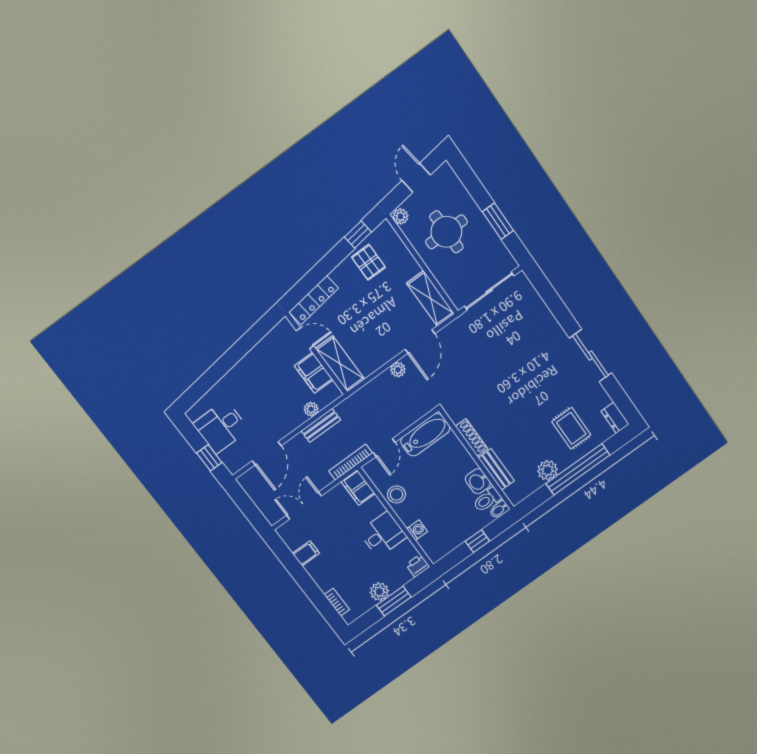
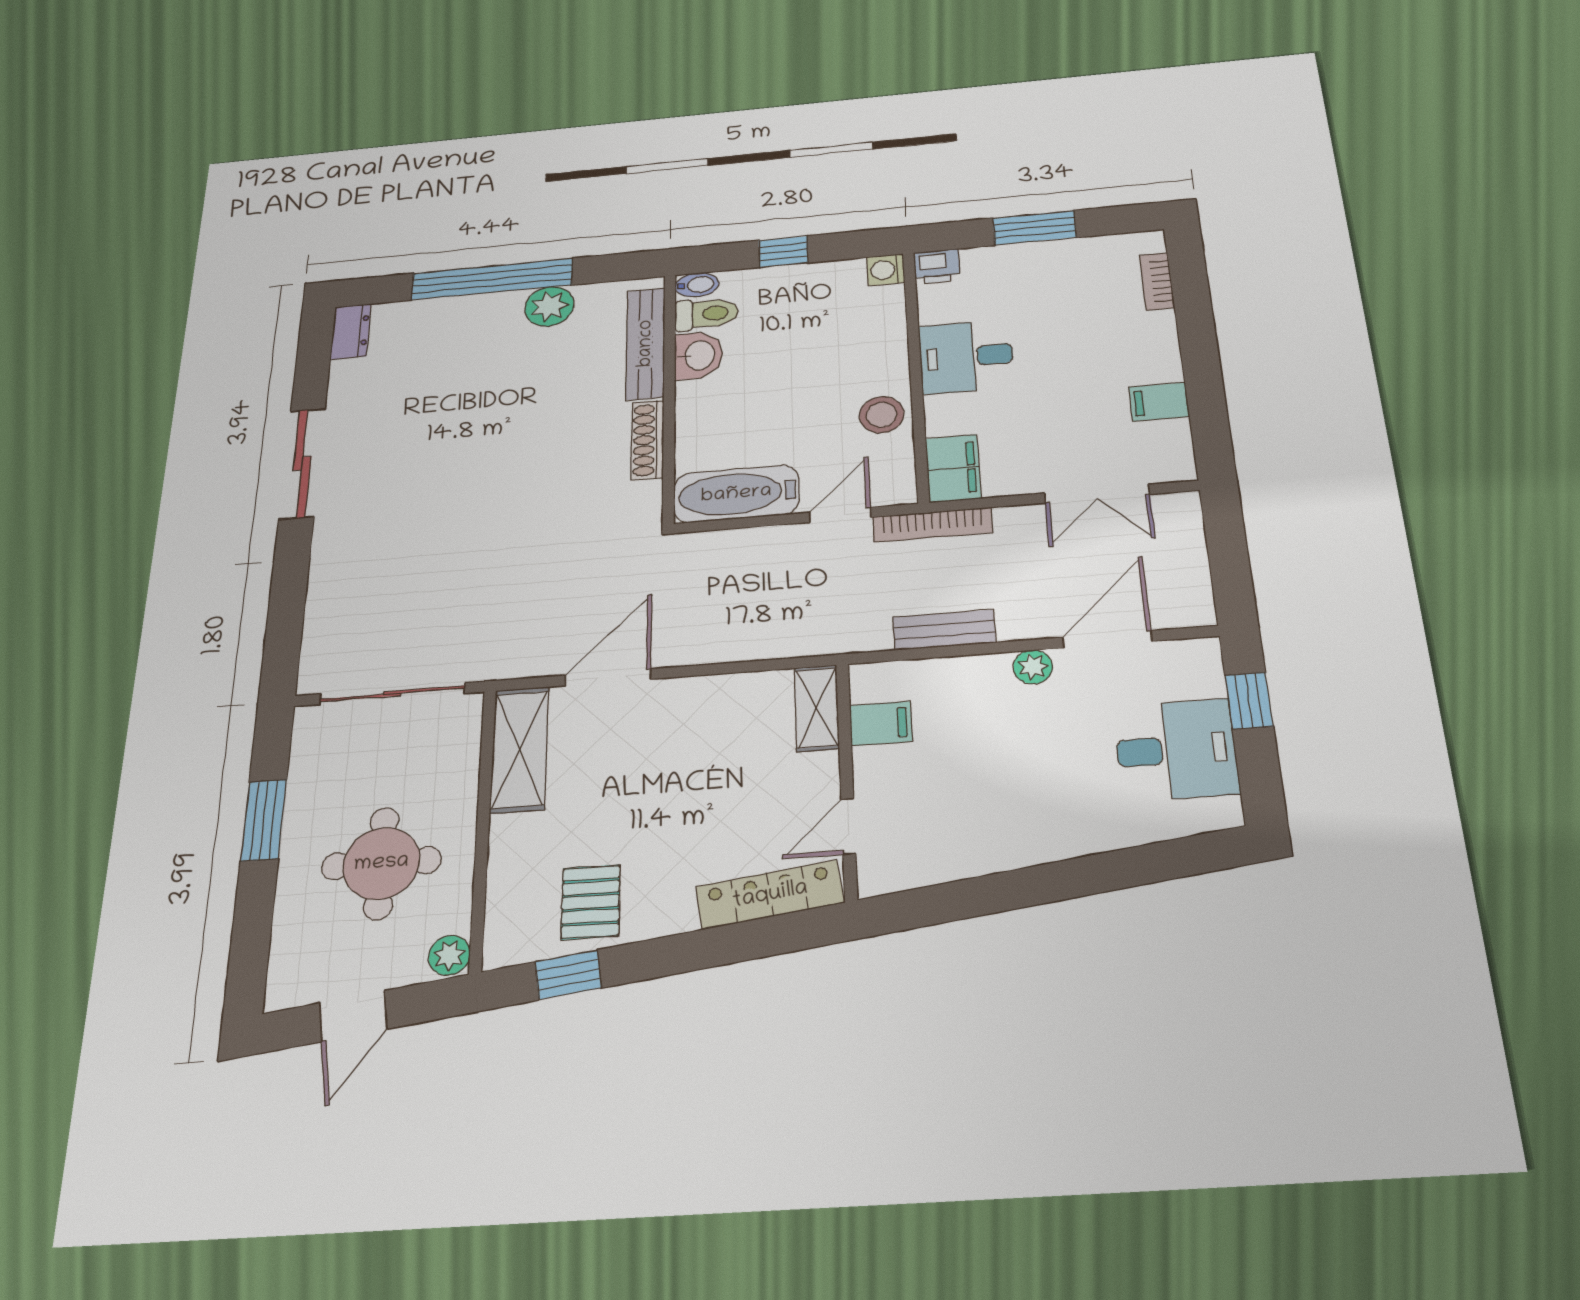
door: (305, 338) -> (848, 826), hinge flipped
shelving: (340, 364) -> (817, 708), width x0.67, depth x0.75
plant: (398, 370) -> (696, 648), removed
filing cabinet: (314, 373) -> (881, 724), width x0.50
plant: (311, 409) -> (1033, 667), moved
rug: (571, 428) -> (445, 355), removed
bench: (496, 469) -> (646, 343), width x1.36
washing machine: (417, 530) -> (886, 270), moved
plant: (379, 592) -> (1052, 258), removed

